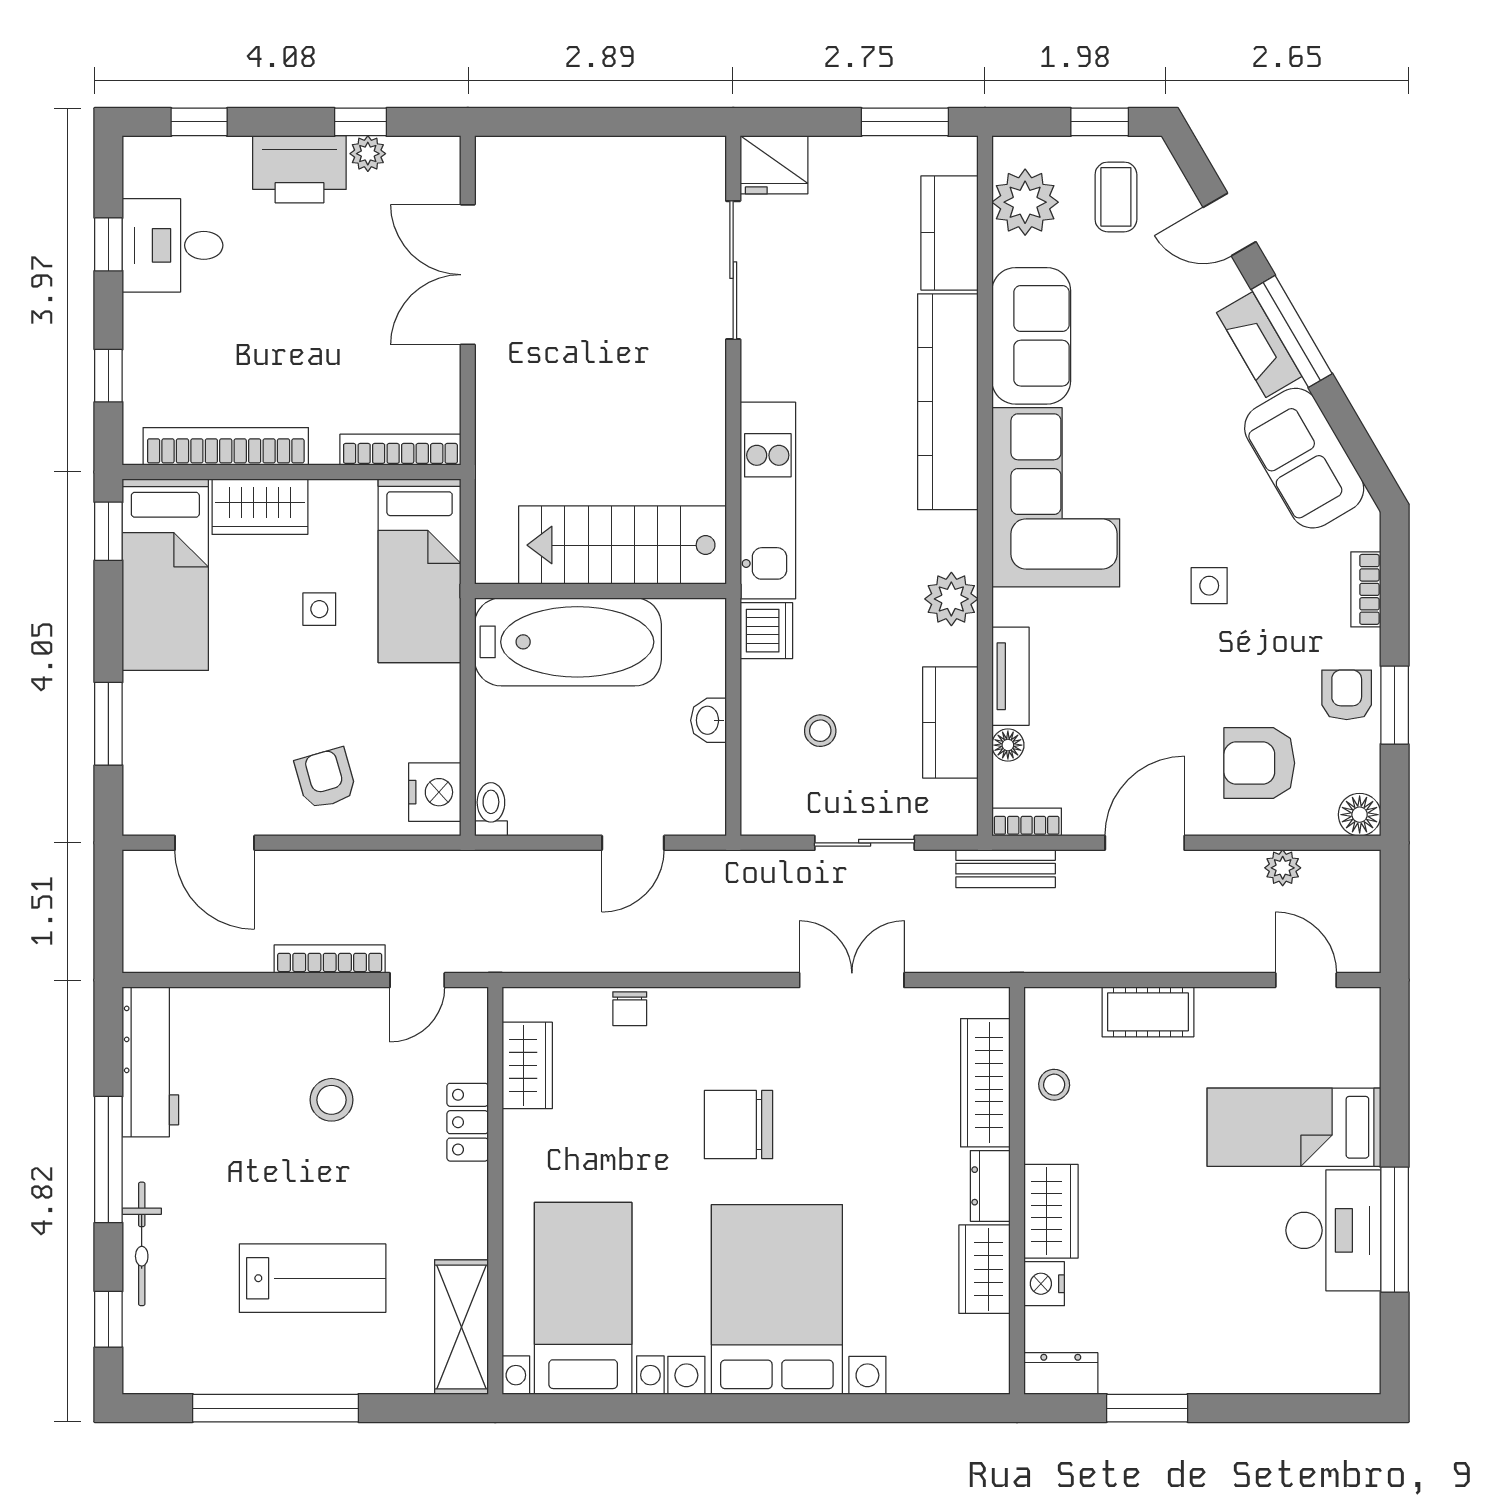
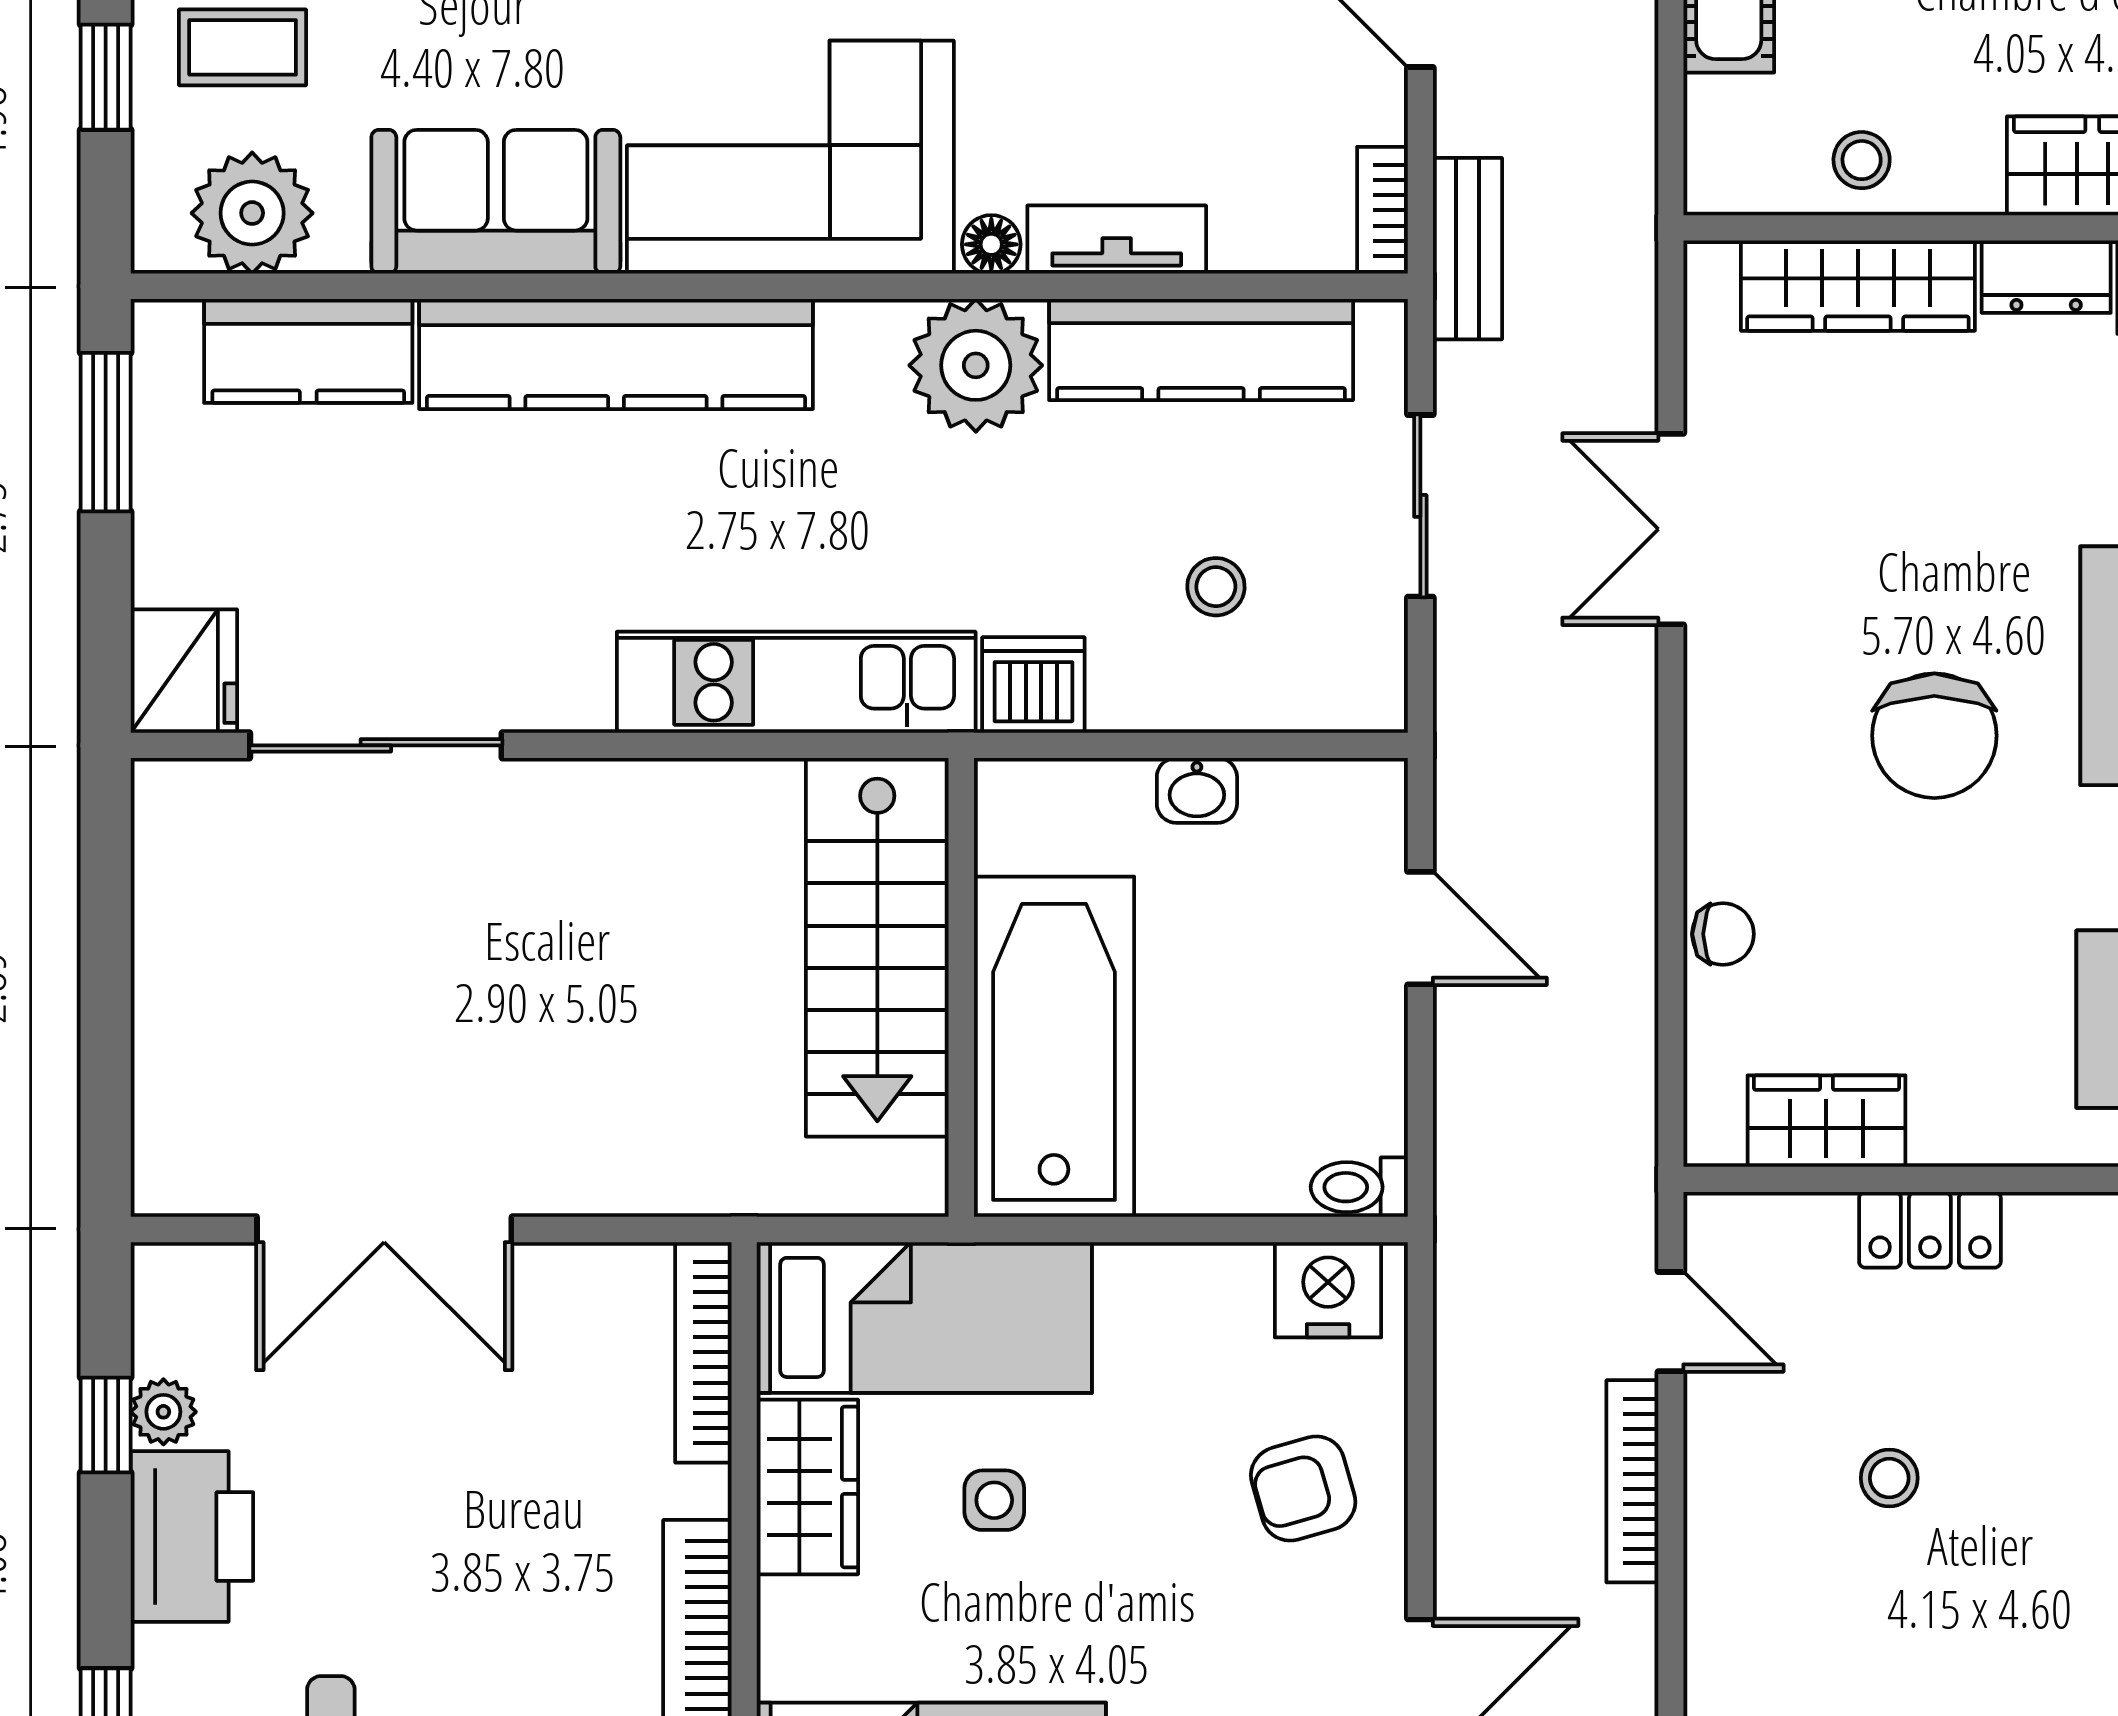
wardrobe: (260, 507) -> (807, 1487), moved
plant: (951, 599) -> (976, 365), width x1.36, depth x1.36
kitchen counter: (950, 723) -> (1201, 349), width x1.50
floor lamp: (1008, 745) -> (991, 244), moved
stool: (331, 1100) -> (1889, 1478), width x0.73, depth x0.73

